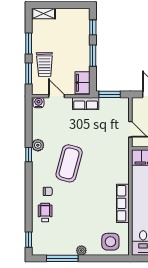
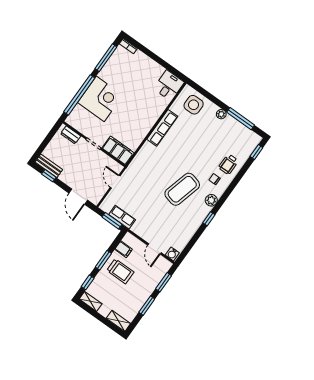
shelving: (79, 13) -> (91, 301), added
trolley: (44, 64) -> (120, 271), moved, turned 91
filing cabinet: (83, 83) -> (123, 249), width x0.50
row of seats: (86, 103) -> (122, 217), moved
plant: (38, 145) -> (211, 200), moved

